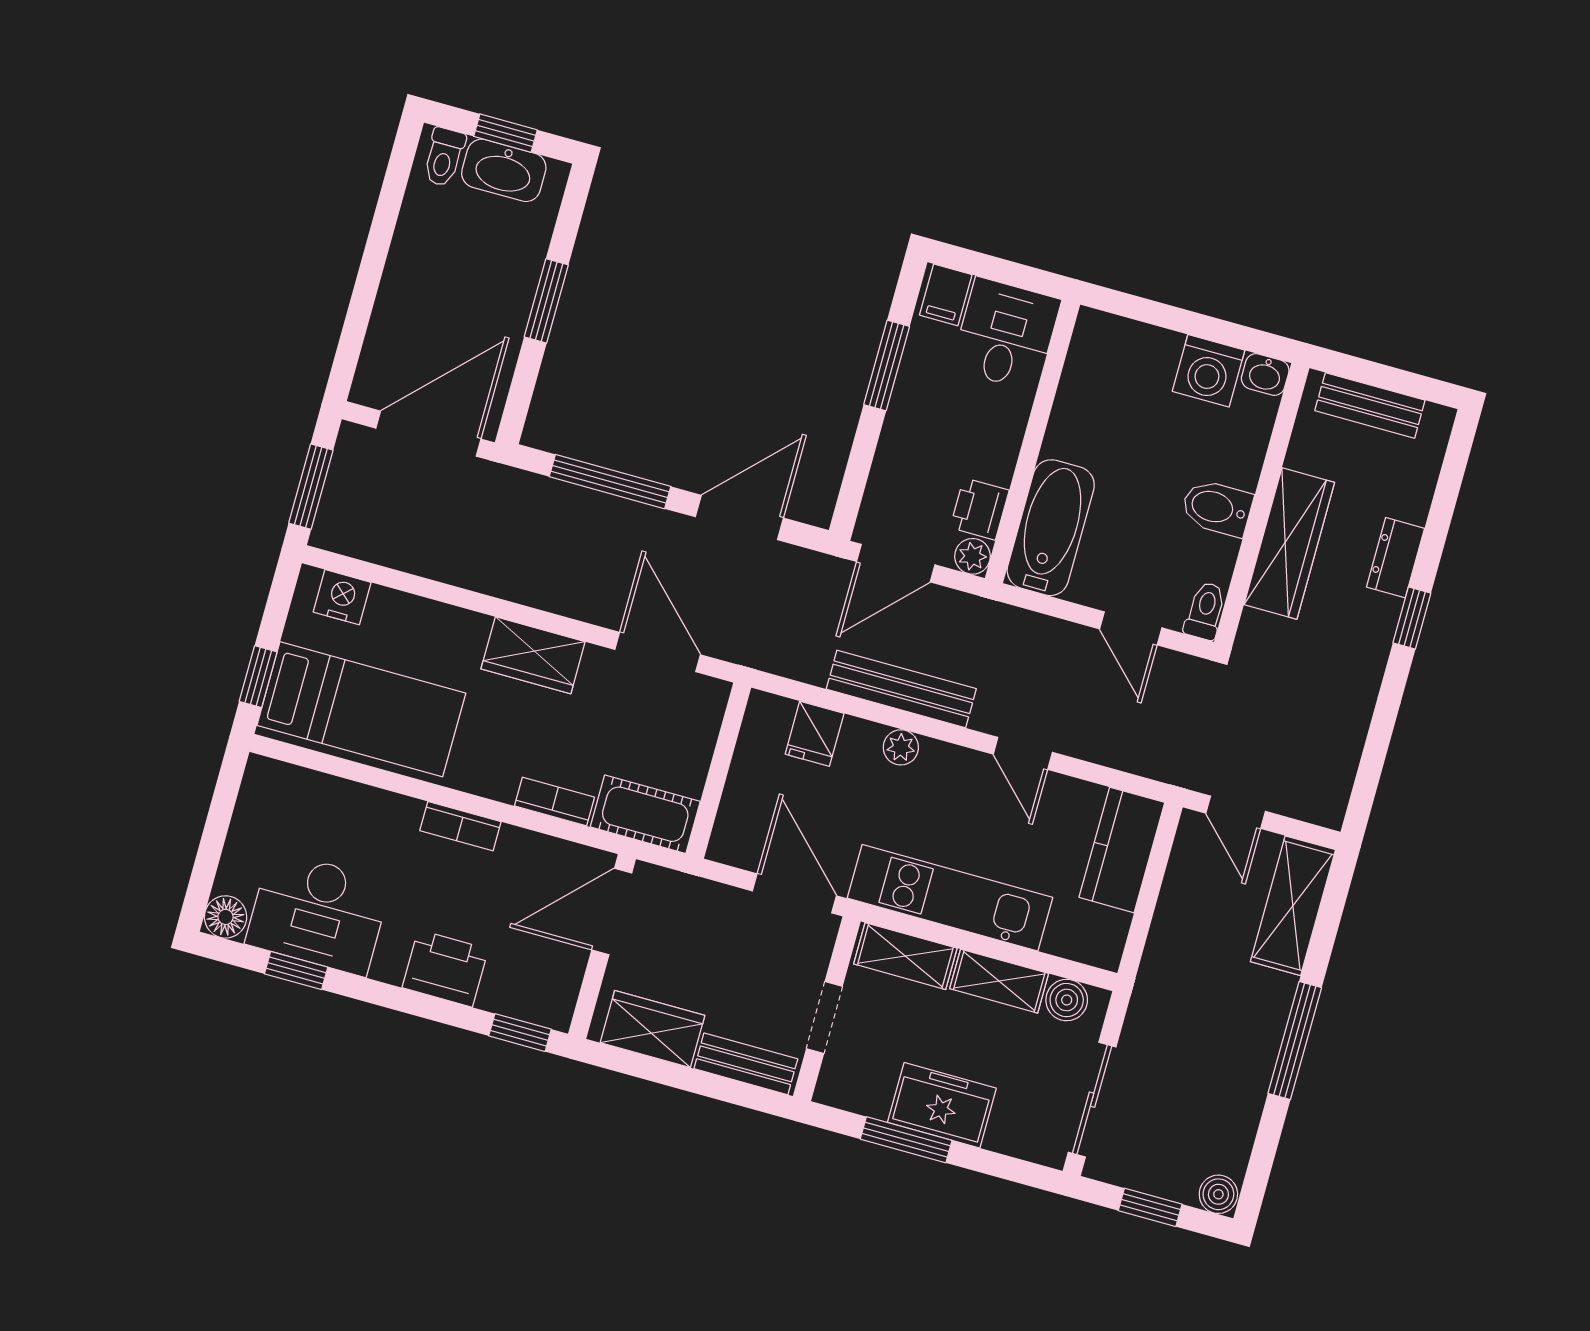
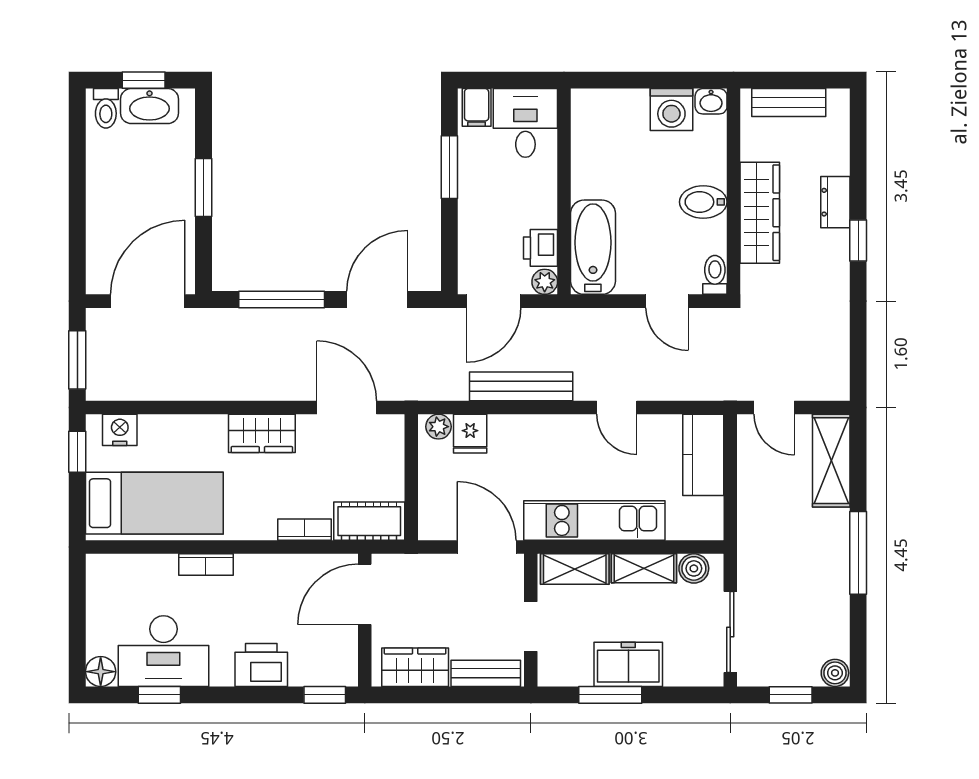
window: (258, 677) -> (77, 452), moved
plant: (901, 747) -> (438, 427), moved
bookcase: (460, 826) -> (206, 564), moved

